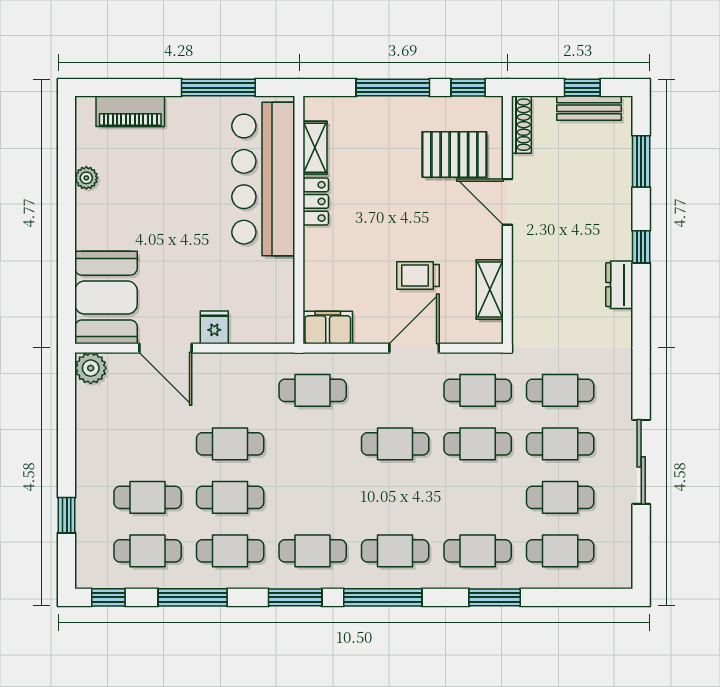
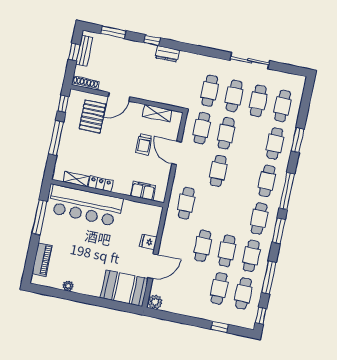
filing cabinet: (328, 327) -> (143, 191), moved, turned 90

